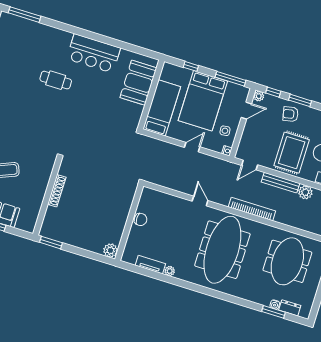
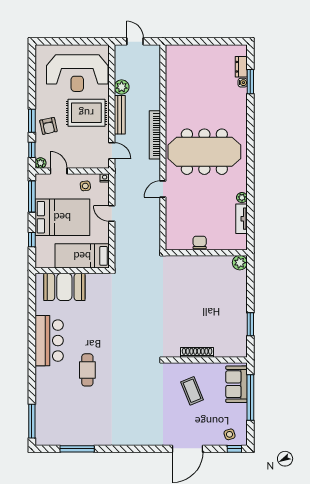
shoe rack: (57, 191) -> (197, 352), moved
wall: (47, 197) -> (206, 360), moved
meeting table: (287, 261) -> (196, 83), removed

